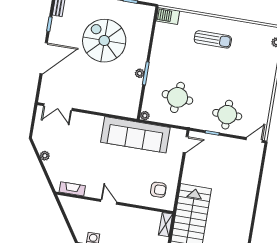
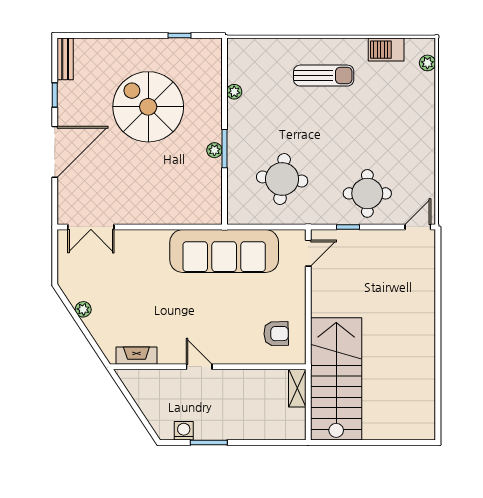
barbecue: (168, 16) -> (386, 50), moved
plant: (145, 116) -> (234, 92), moved

